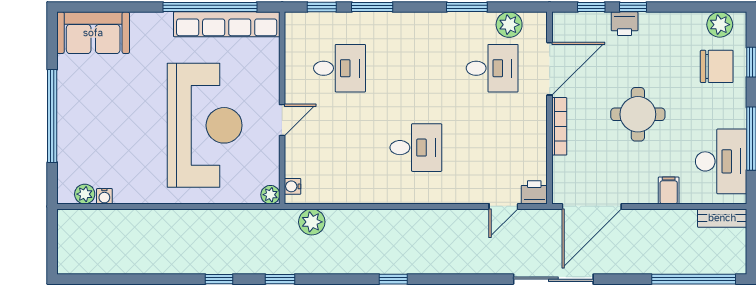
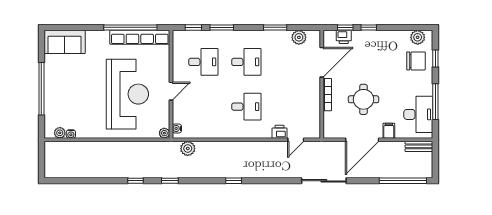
printer: (625, 24) -> (344, 37), moved
desk: (492, 68) -> (246, 62), moved
round table: (638, 114) -> (363, 99), moved
printer: (534, 192) -> (280, 132), moved
door: (592, 206) -> (362, 140), moved

